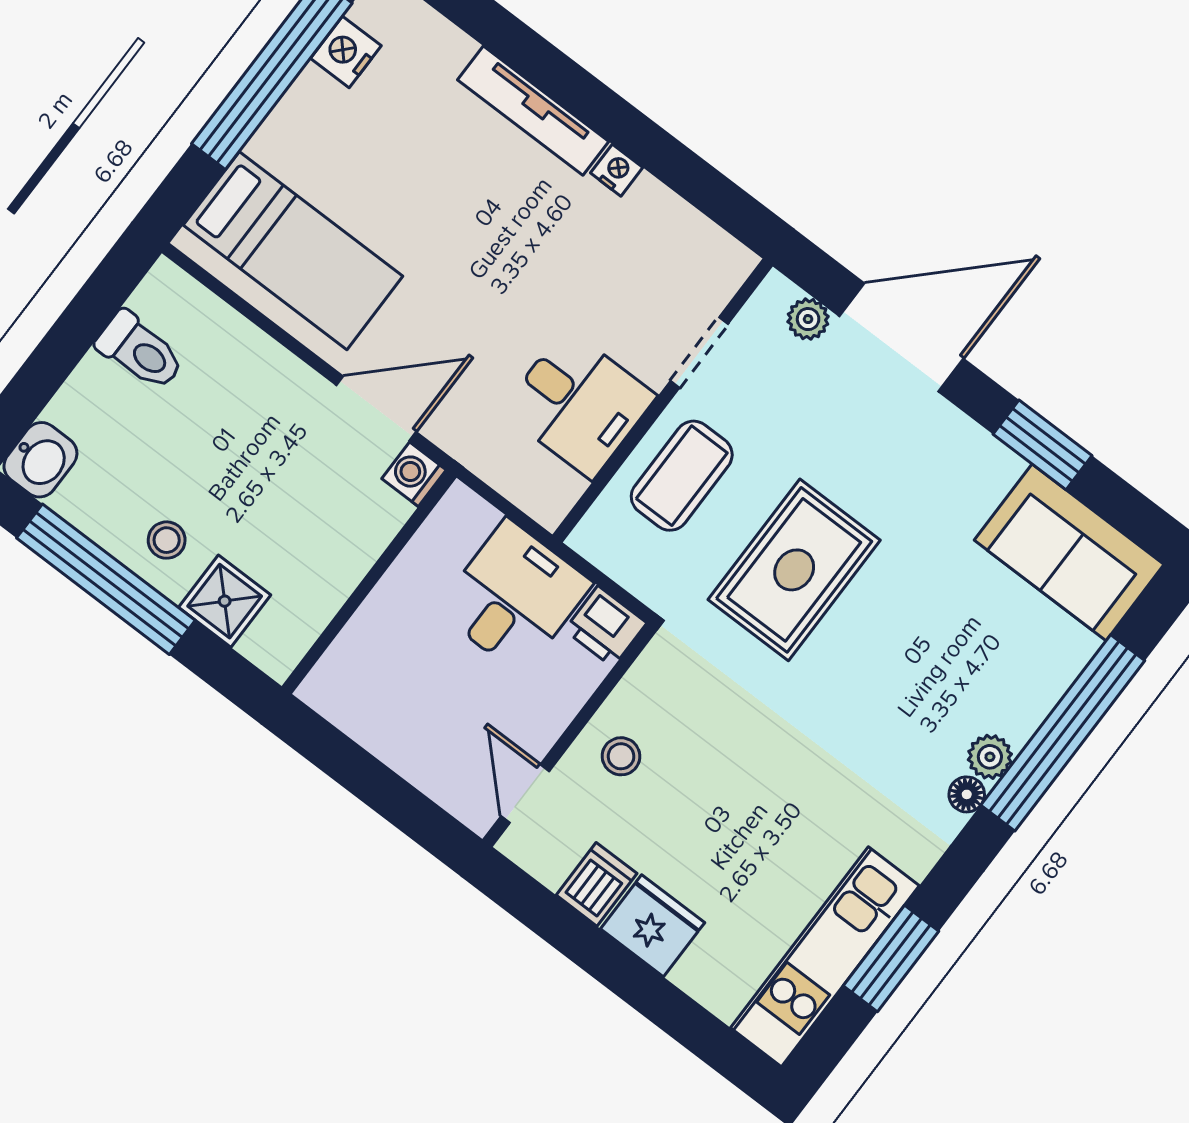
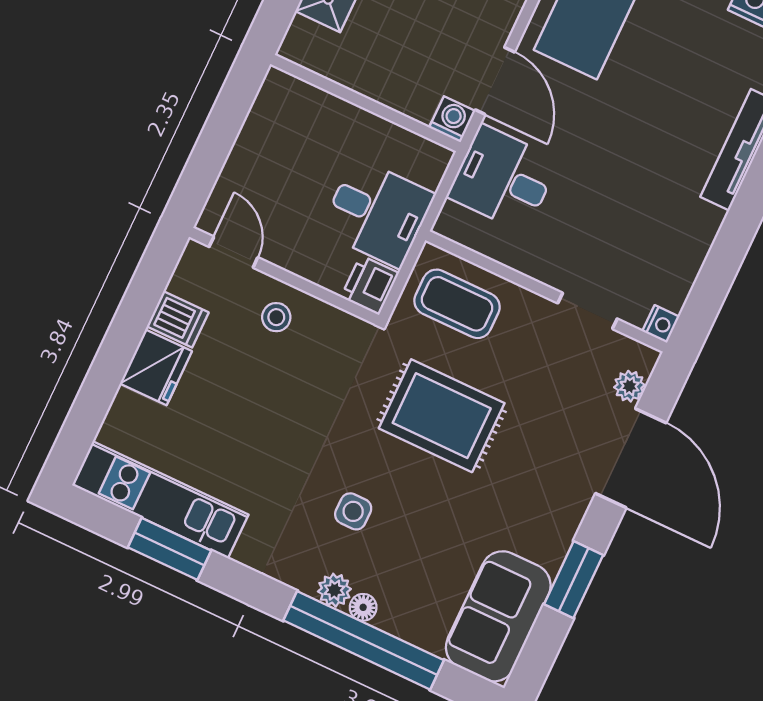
nightstand: (617, 170) -> (661, 324), moved
desk: (579, 403) -> (503, 178), moved, turned 90
coffee table: (682, 476) -> (457, 304), moved
side table: (893, 711) -> (353, 511), added
door: (525, 794) -> (233, 252), hinge flipped
floor lamp: (967, 794) -> (363, 607), moved

